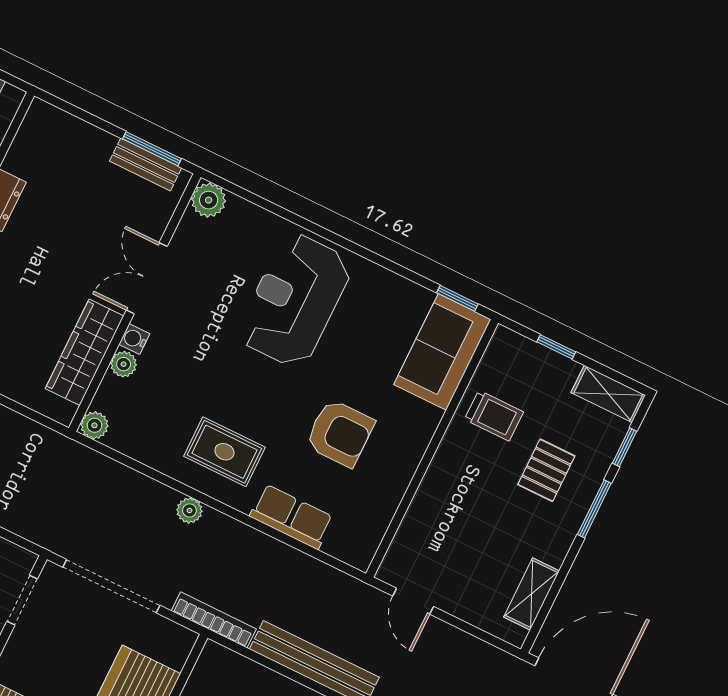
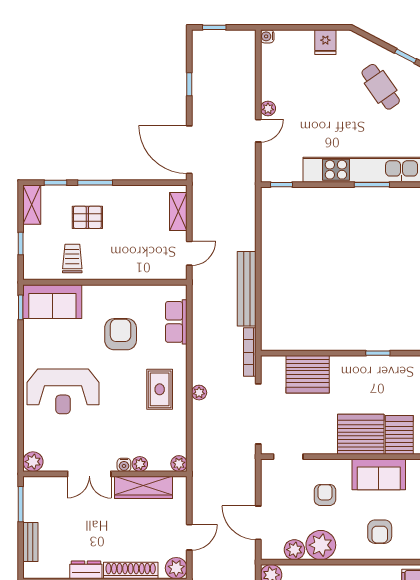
bench: (146, 164) -> (30, 542), moved
row of seats: (291, 517) -> (176, 322), moved
shelving: (532, 594) -> (178, 212), moved, turned 90

